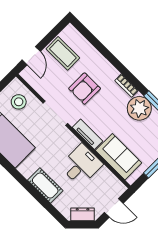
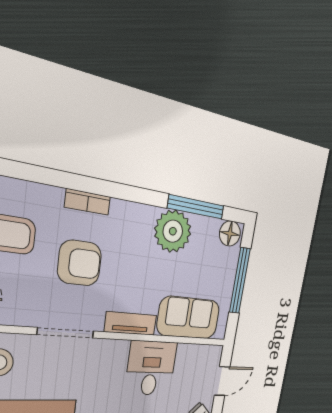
bookcase: (127, 86) -> (88, 202), moved
armchair: (85, 89) -> (80, 263), turned -90

